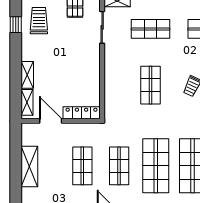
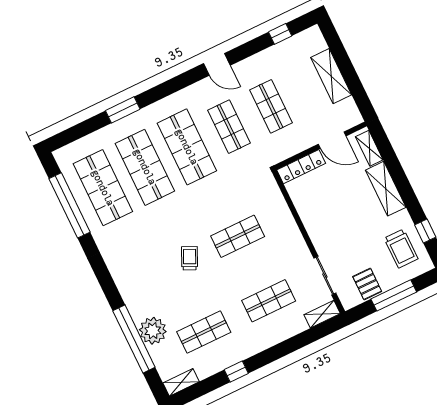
shelving: (27, 75) -> (386, 189), width x1.50, depth x1.33
shop shelf: (151, 85) -> (238, 236), turned 90

